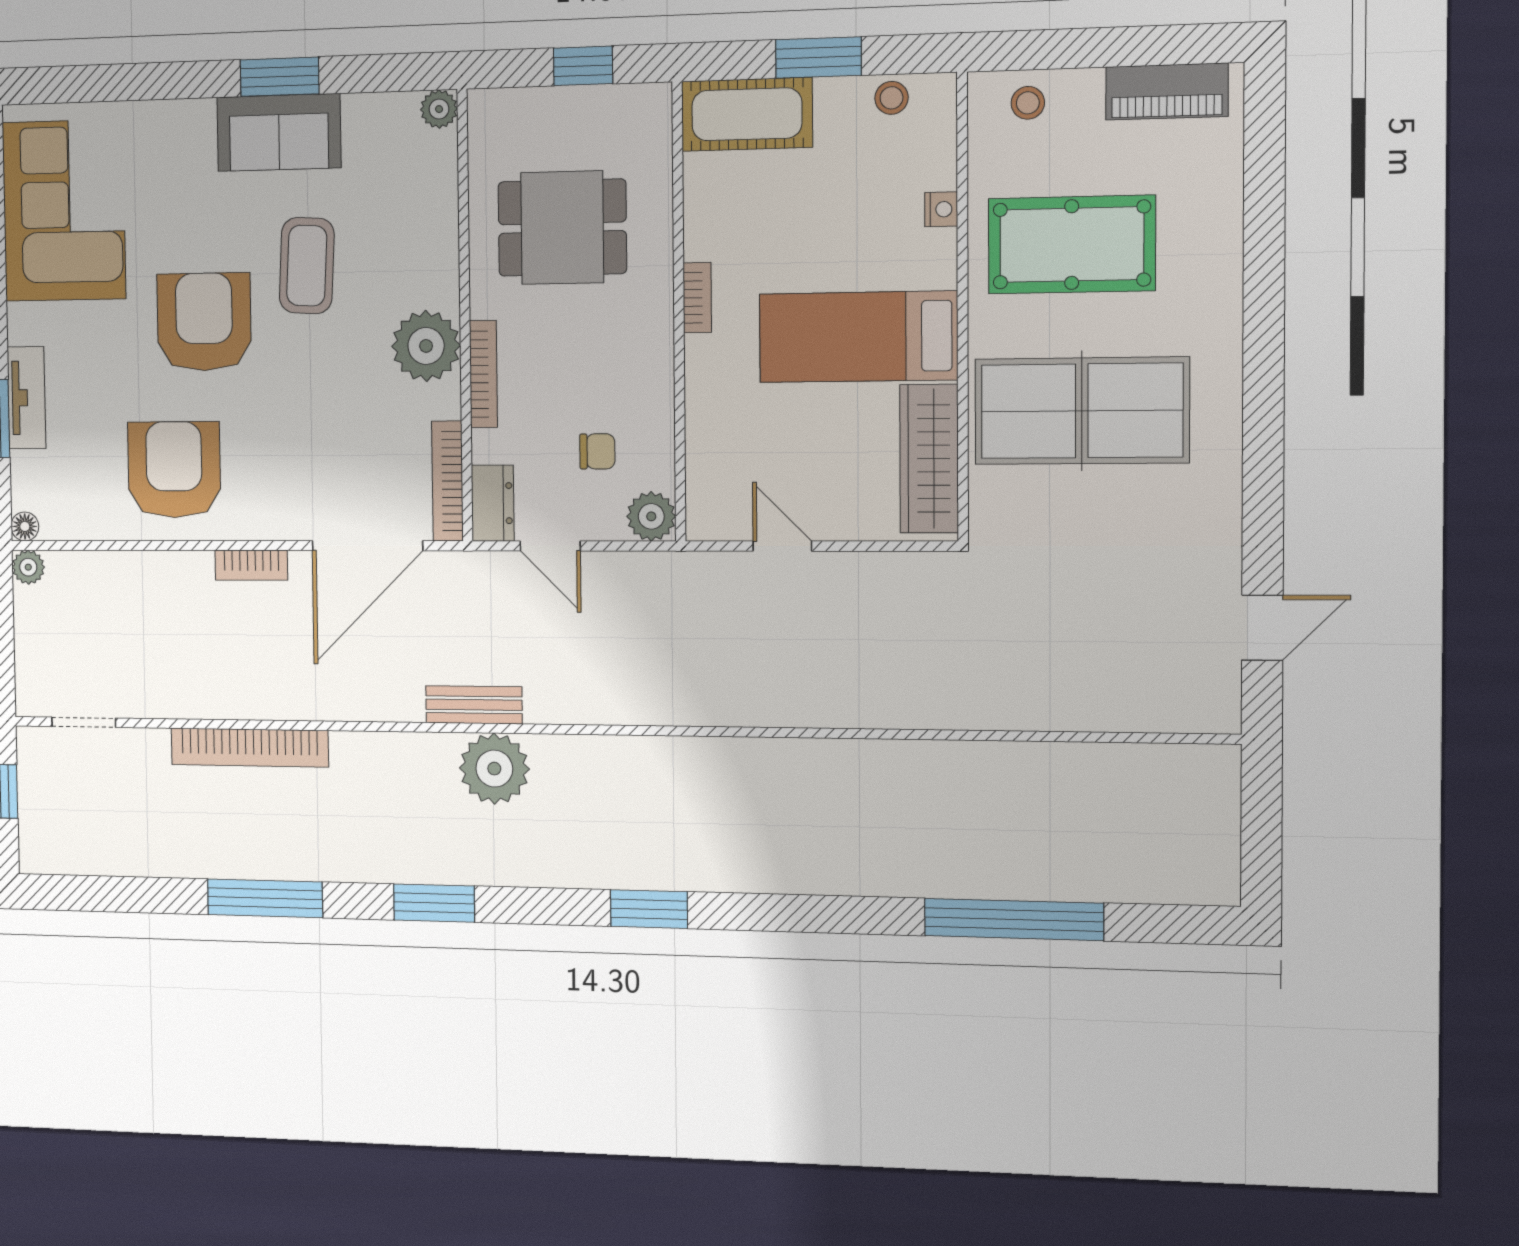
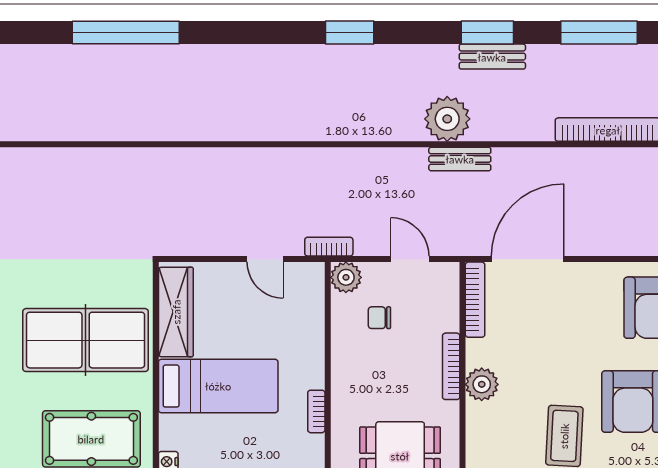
plant: (426, 346) -> (482, 384), width x0.73, depth x0.73
dresser: (493, 503) -> (446, 286), removed
bookcase: (251, 565) -> (329, 247), moved
bench: (426, 865) -> (492, 57), added

